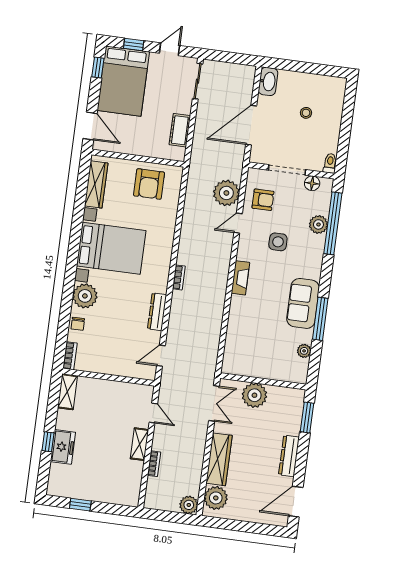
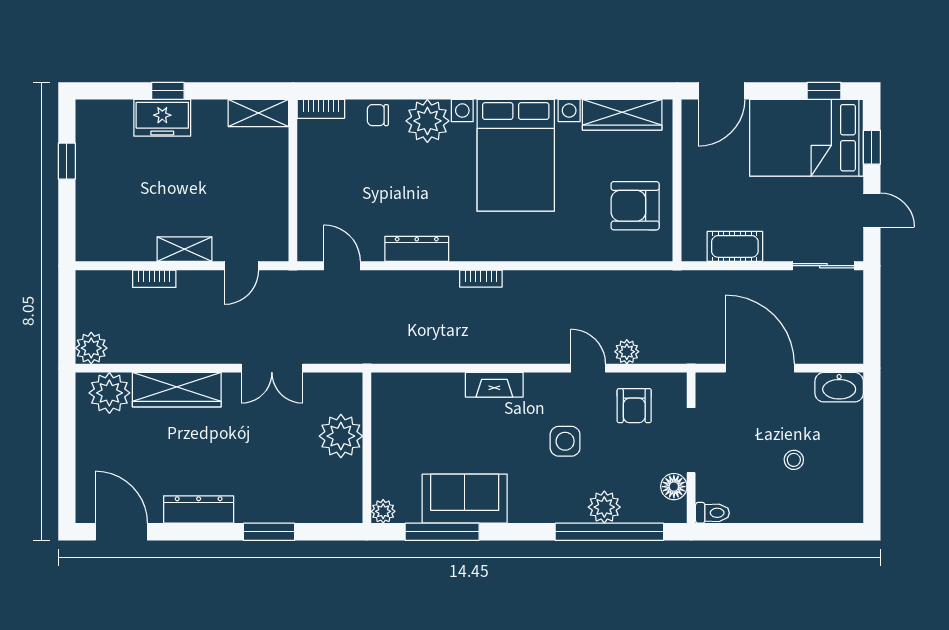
plant: (226, 193) -> (627, 352), width x0.53, depth x0.53
wall: (263, 381) -> (367, 448), moved
plant: (254, 395) -> (341, 436), moved

